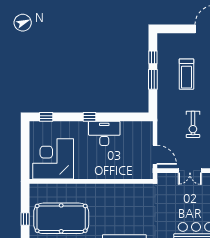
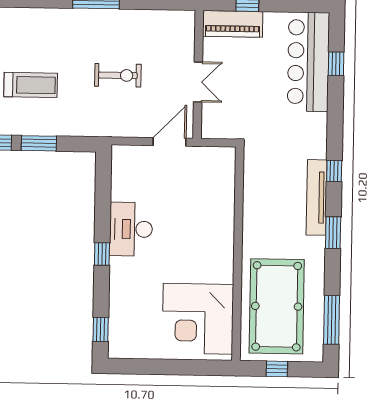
corner desk: (53, 159) -> (198, 319), moved
wall: (91, 181) -> (238, 254), moved

